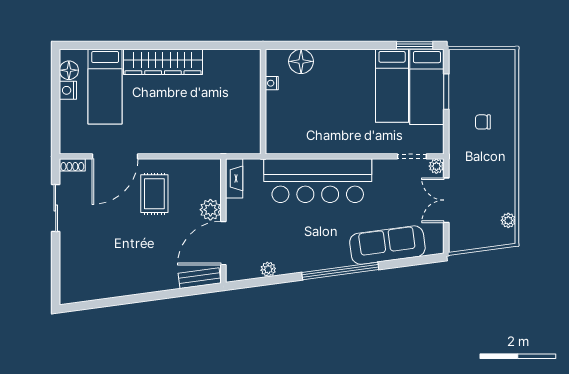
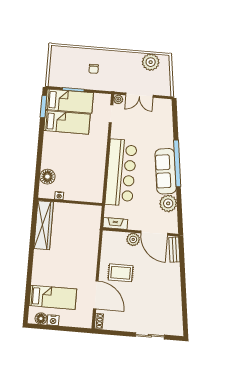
wardrobe: (163, 62) -> (44, 225), moved
sliding door: (56, 208) -> (150, 336), moved
plant: (508, 220) -> (151, 62), width x1.88, depth x1.88
sofa: (387, 245) -> (166, 171), moved
plant: (268, 269) -> (168, 203), width x1.88, depth x1.88

